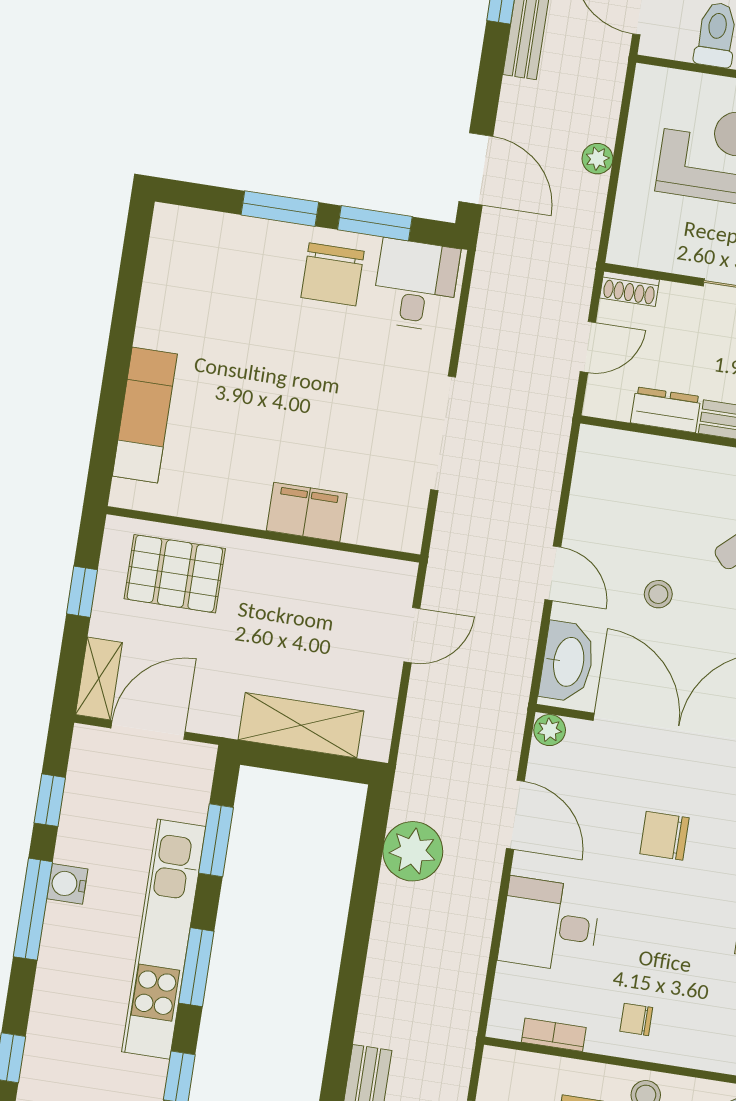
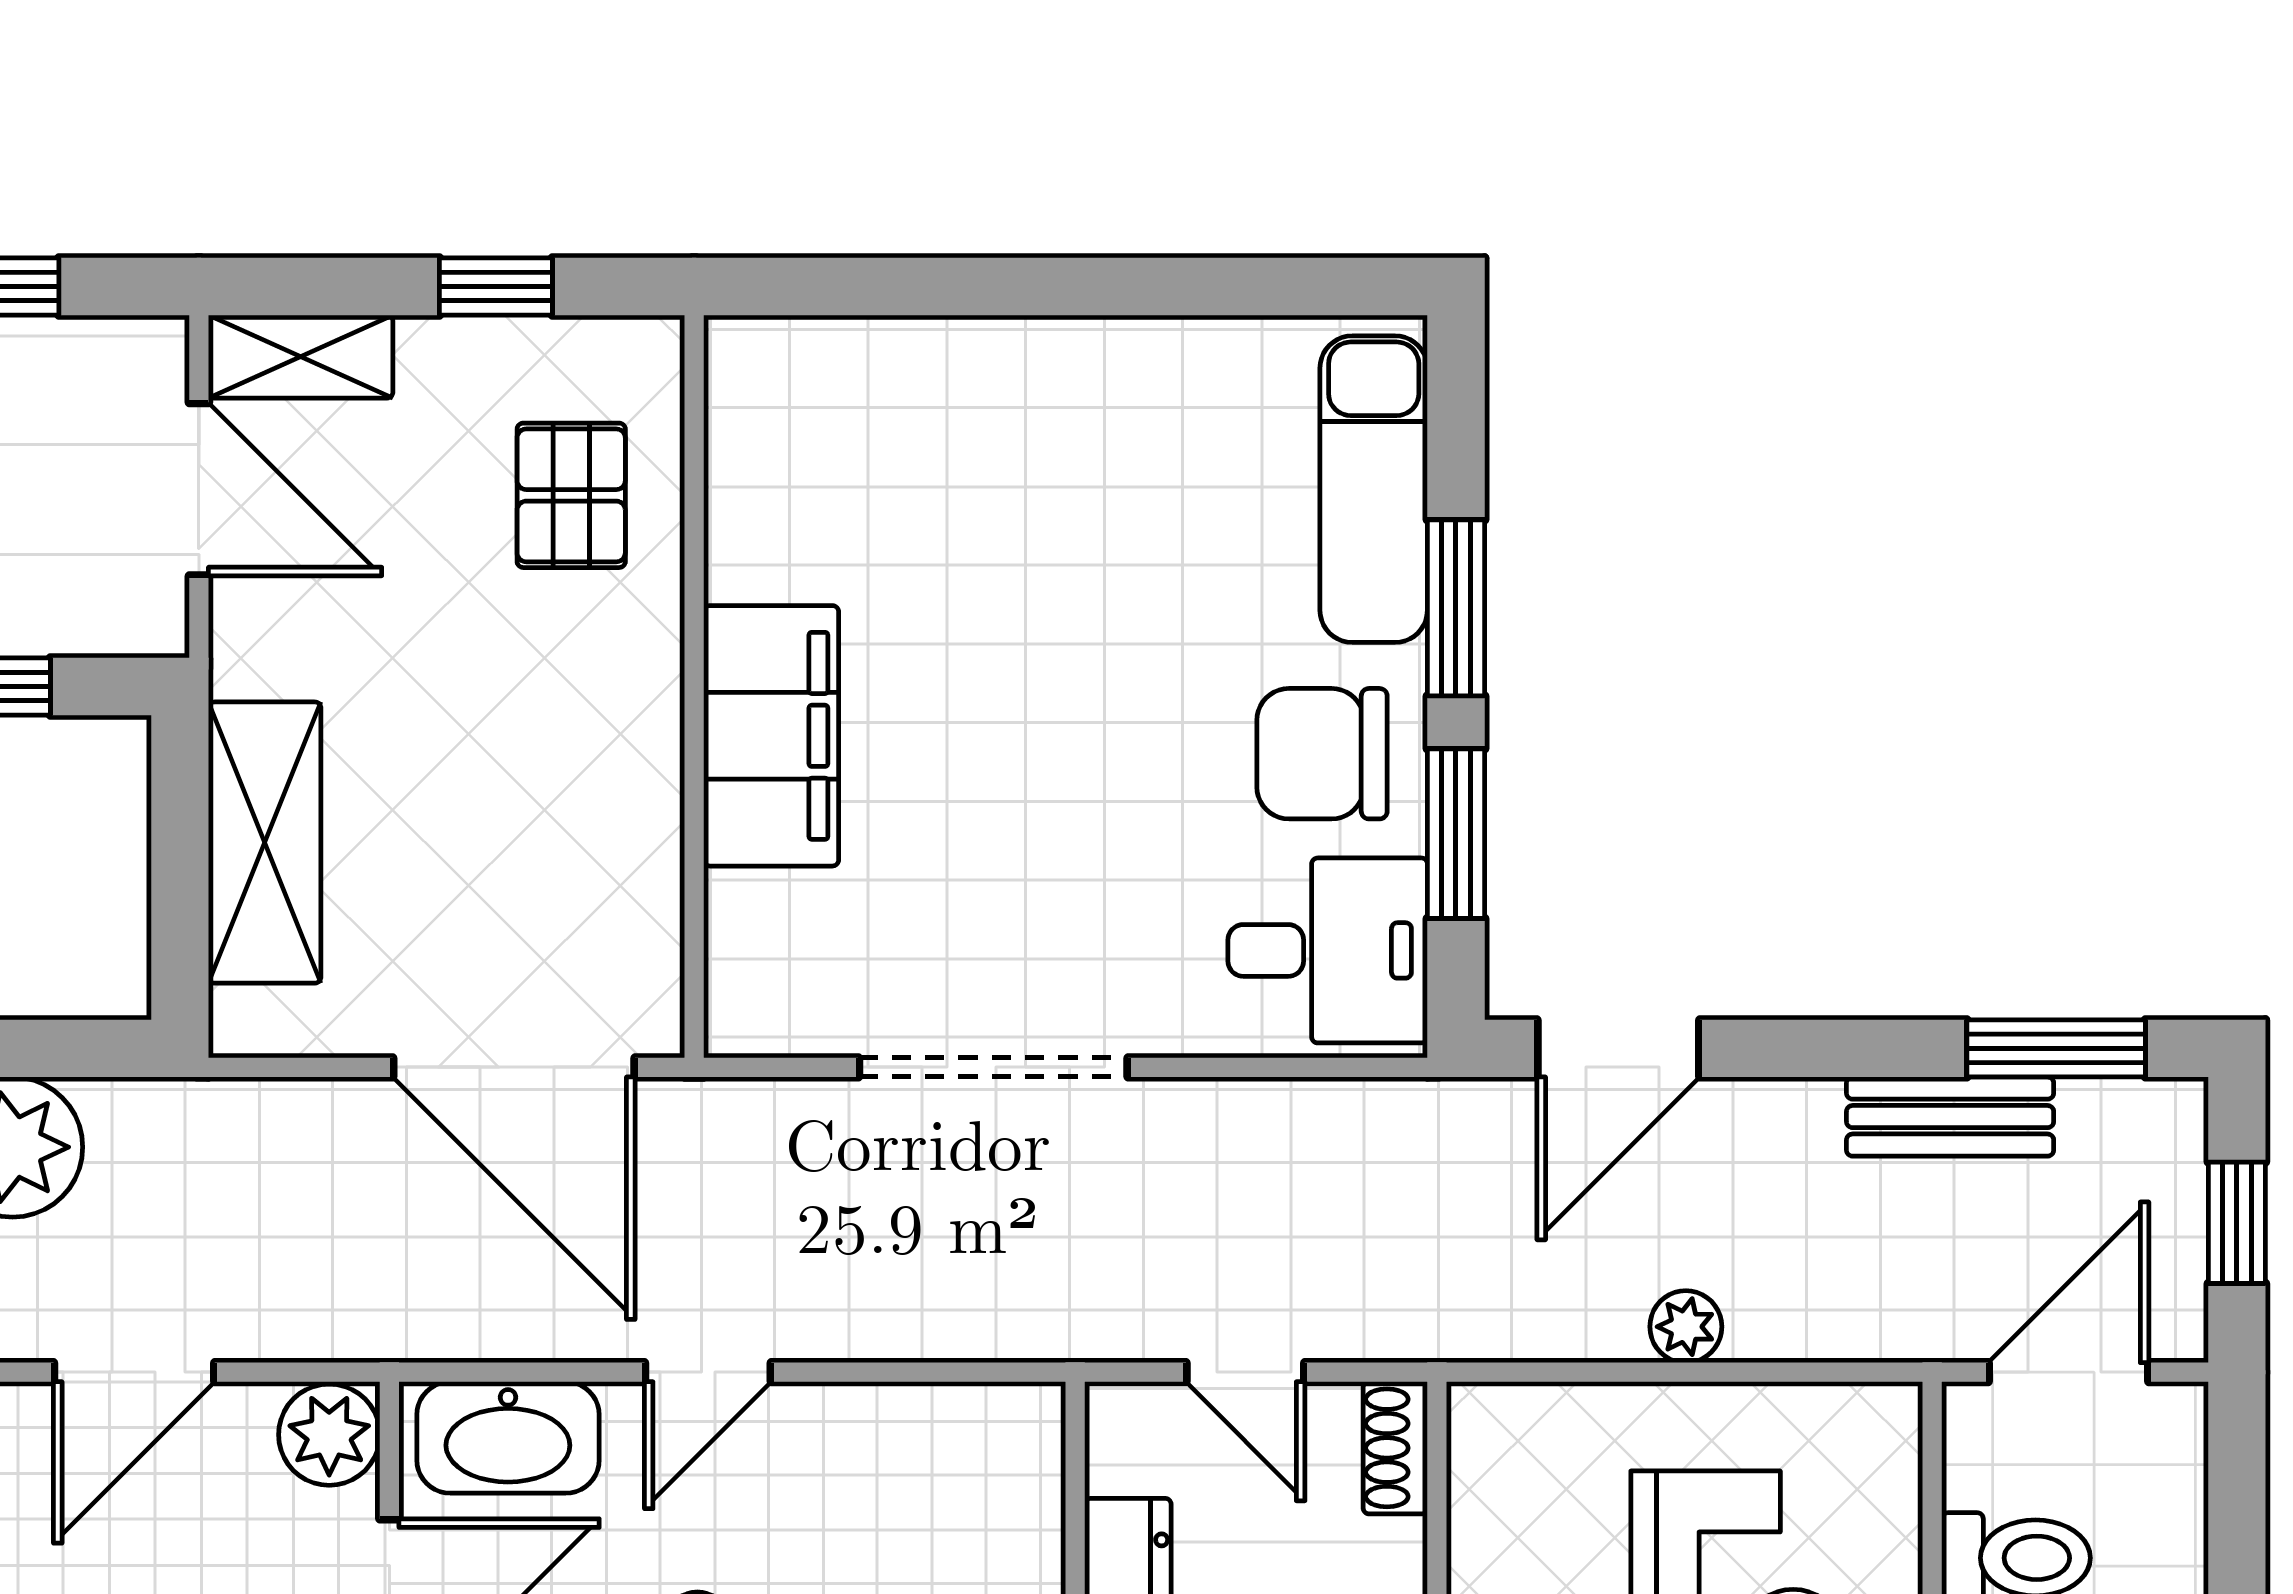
exam couch: (145, 415) -> (1374, 489), moved, turned 90
filing cabinet: (307, 512) -> (771, 736), width x1.50, depth x1.17
pallet: (175, 574) -> (571, 495), width x0.67, depth x0.71
door: (412, 635) -> (514, 1067), width x1.88
plant: (550, 730) -> (329, 1435), width x1.38, depth x1.38

